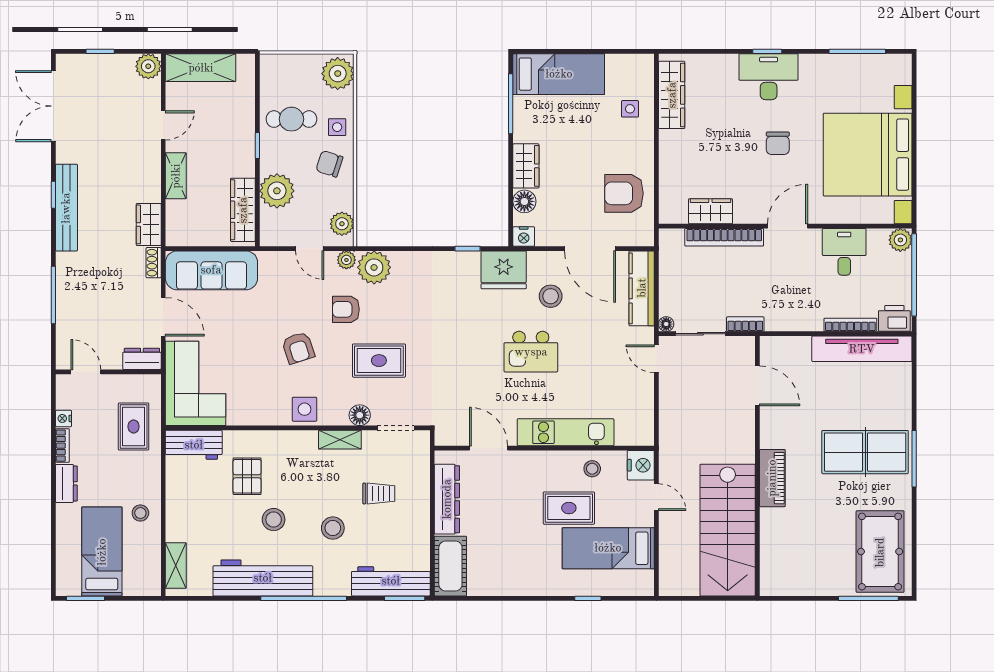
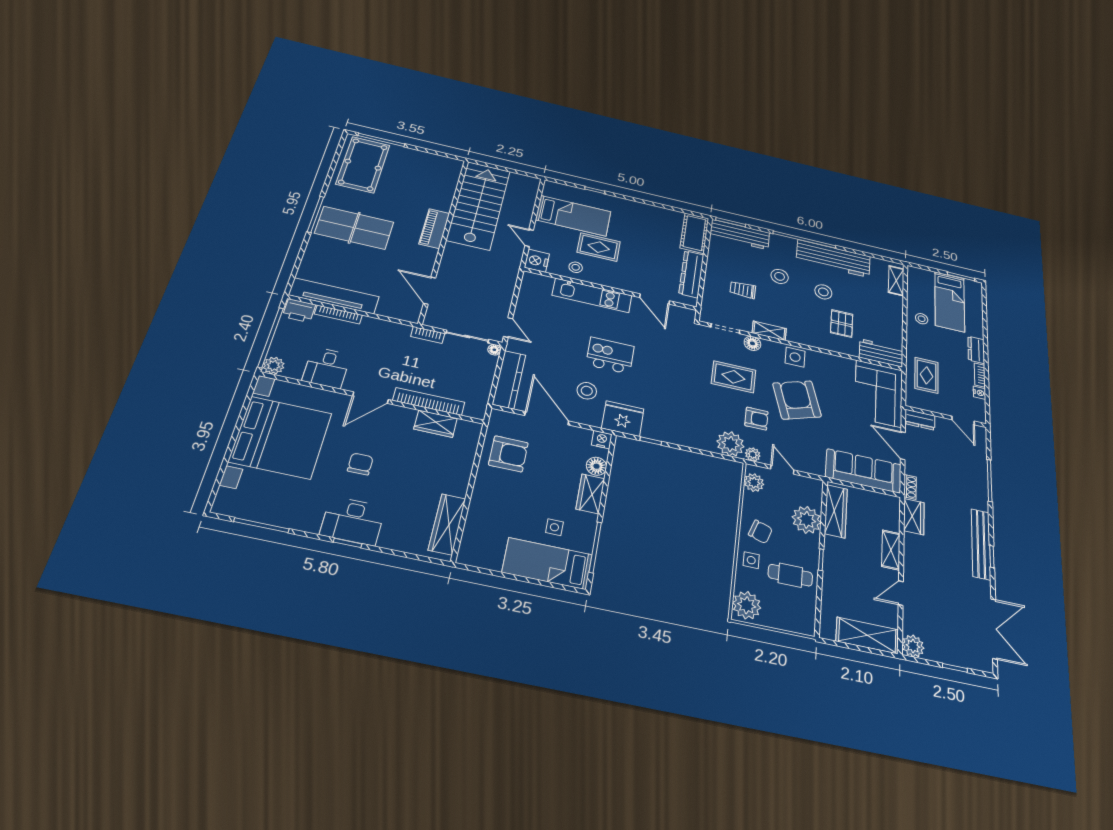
side table: (630, 109) -> (554, 527), moved
armchair: (298, 348) -> (797, 400), width x1.88, depth x1.88

